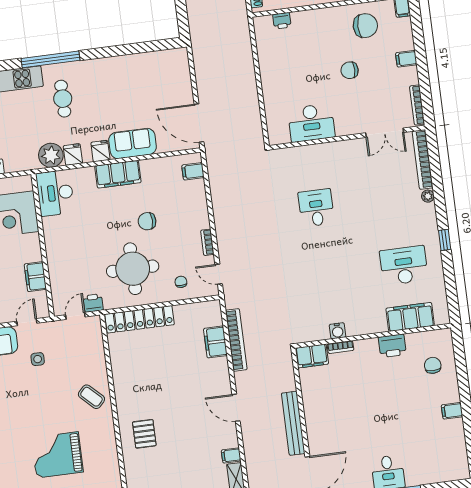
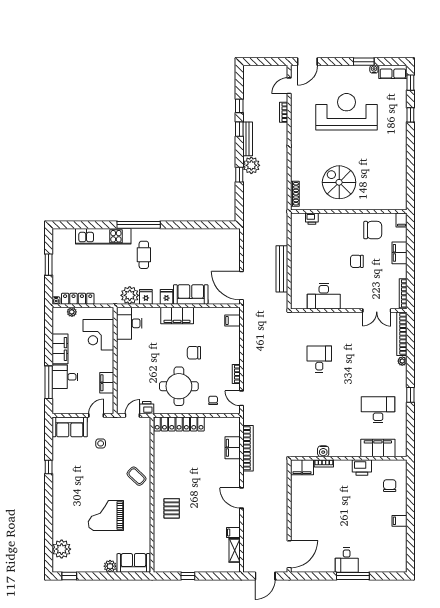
filing cabinet: (406, 59) -> (400, 253), width x2.00
bench: (293, 423) -> (282, 269), moved

